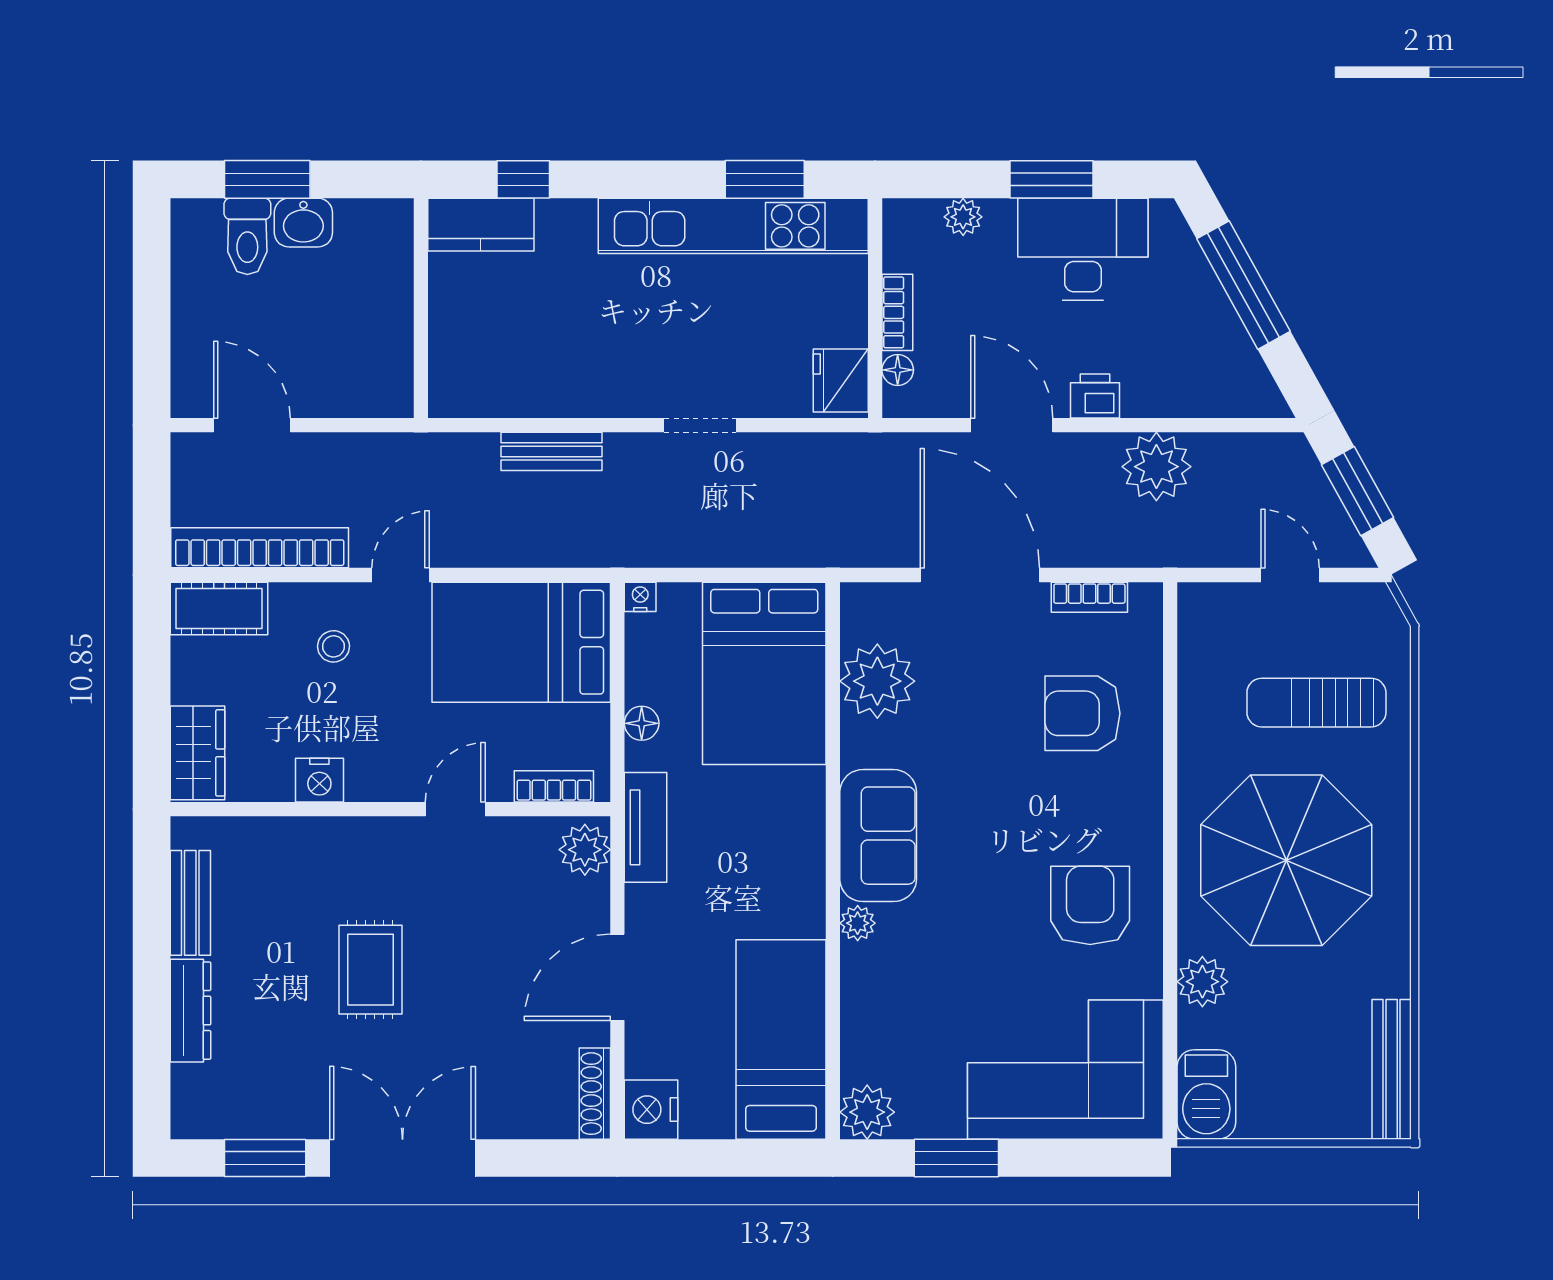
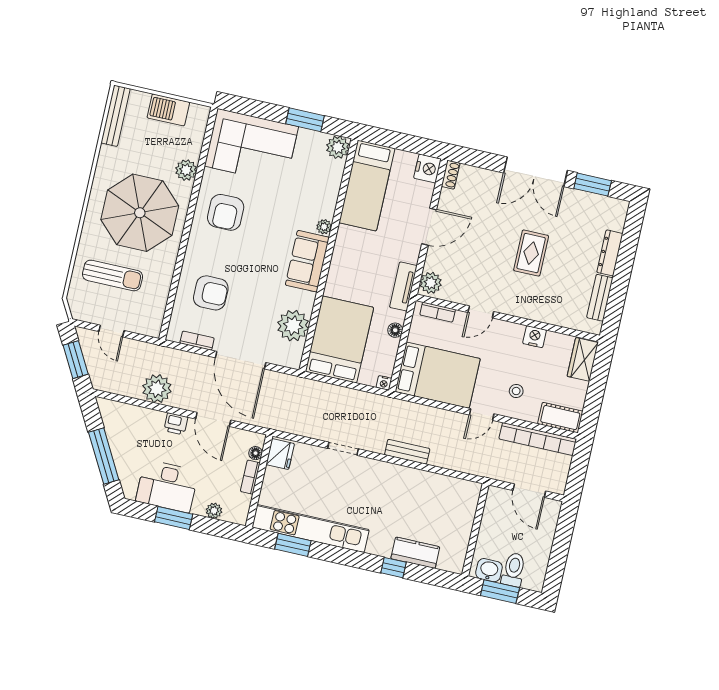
wall: (421, 308) -> (475, 530), moved
shoe rack: (595, 1094) -> (451, 175), width x0.70
barbecue: (1206, 1094) -> (168, 110), moved, turned -90

